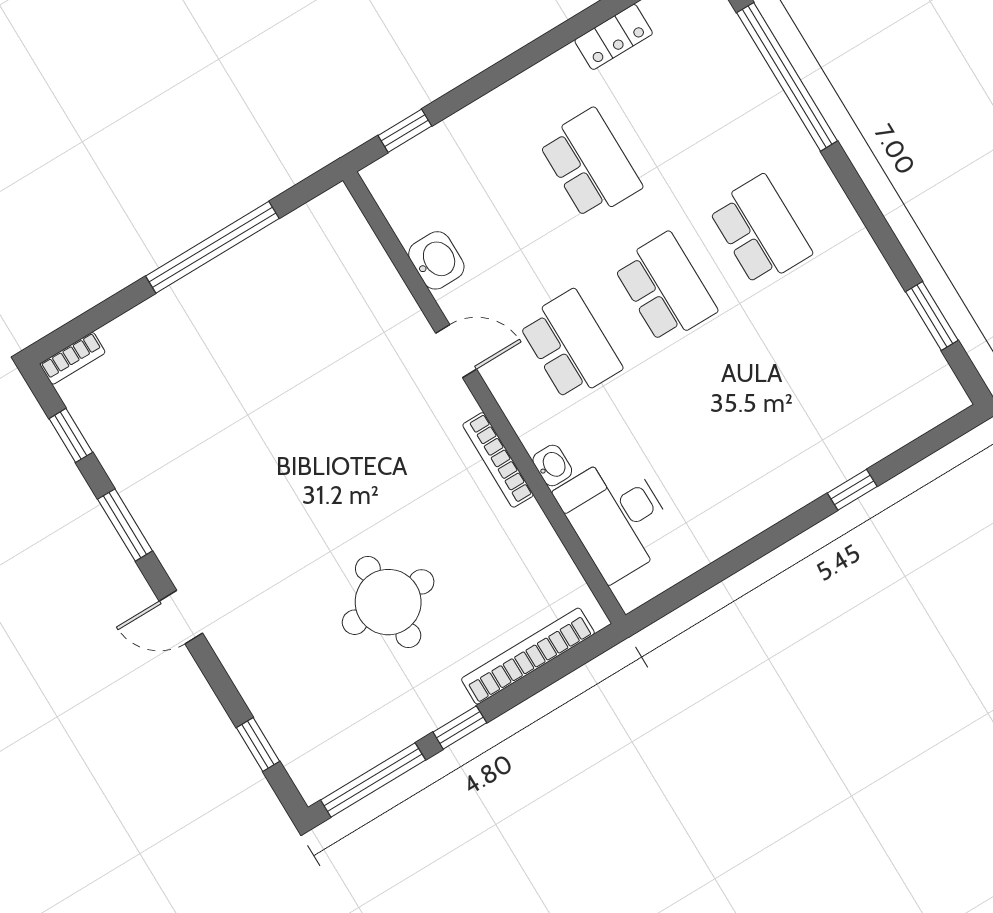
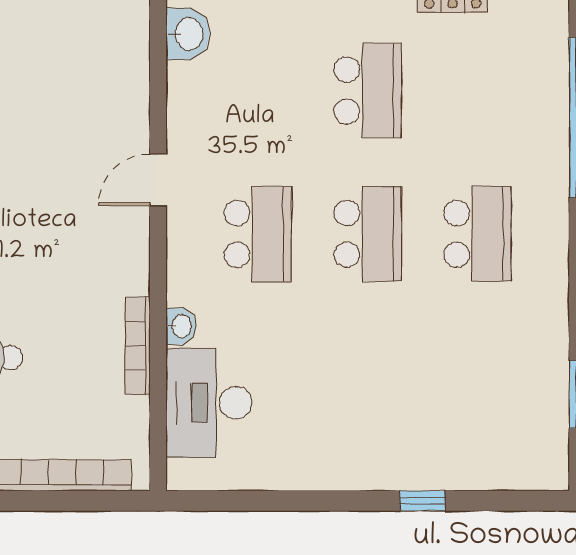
washbasin: (436, 260) -> (188, 34), moved
door: (456, 351) -> (158, 180), swing flipped
bookcase: (498, 460) -> (138, 346), moved

